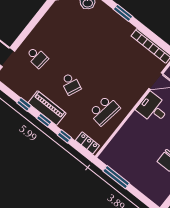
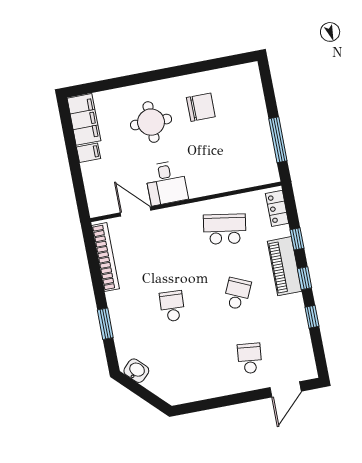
school desk: (97, 50) -> (172, 306), added
piano: (47, 108) -> (285, 266), moved

